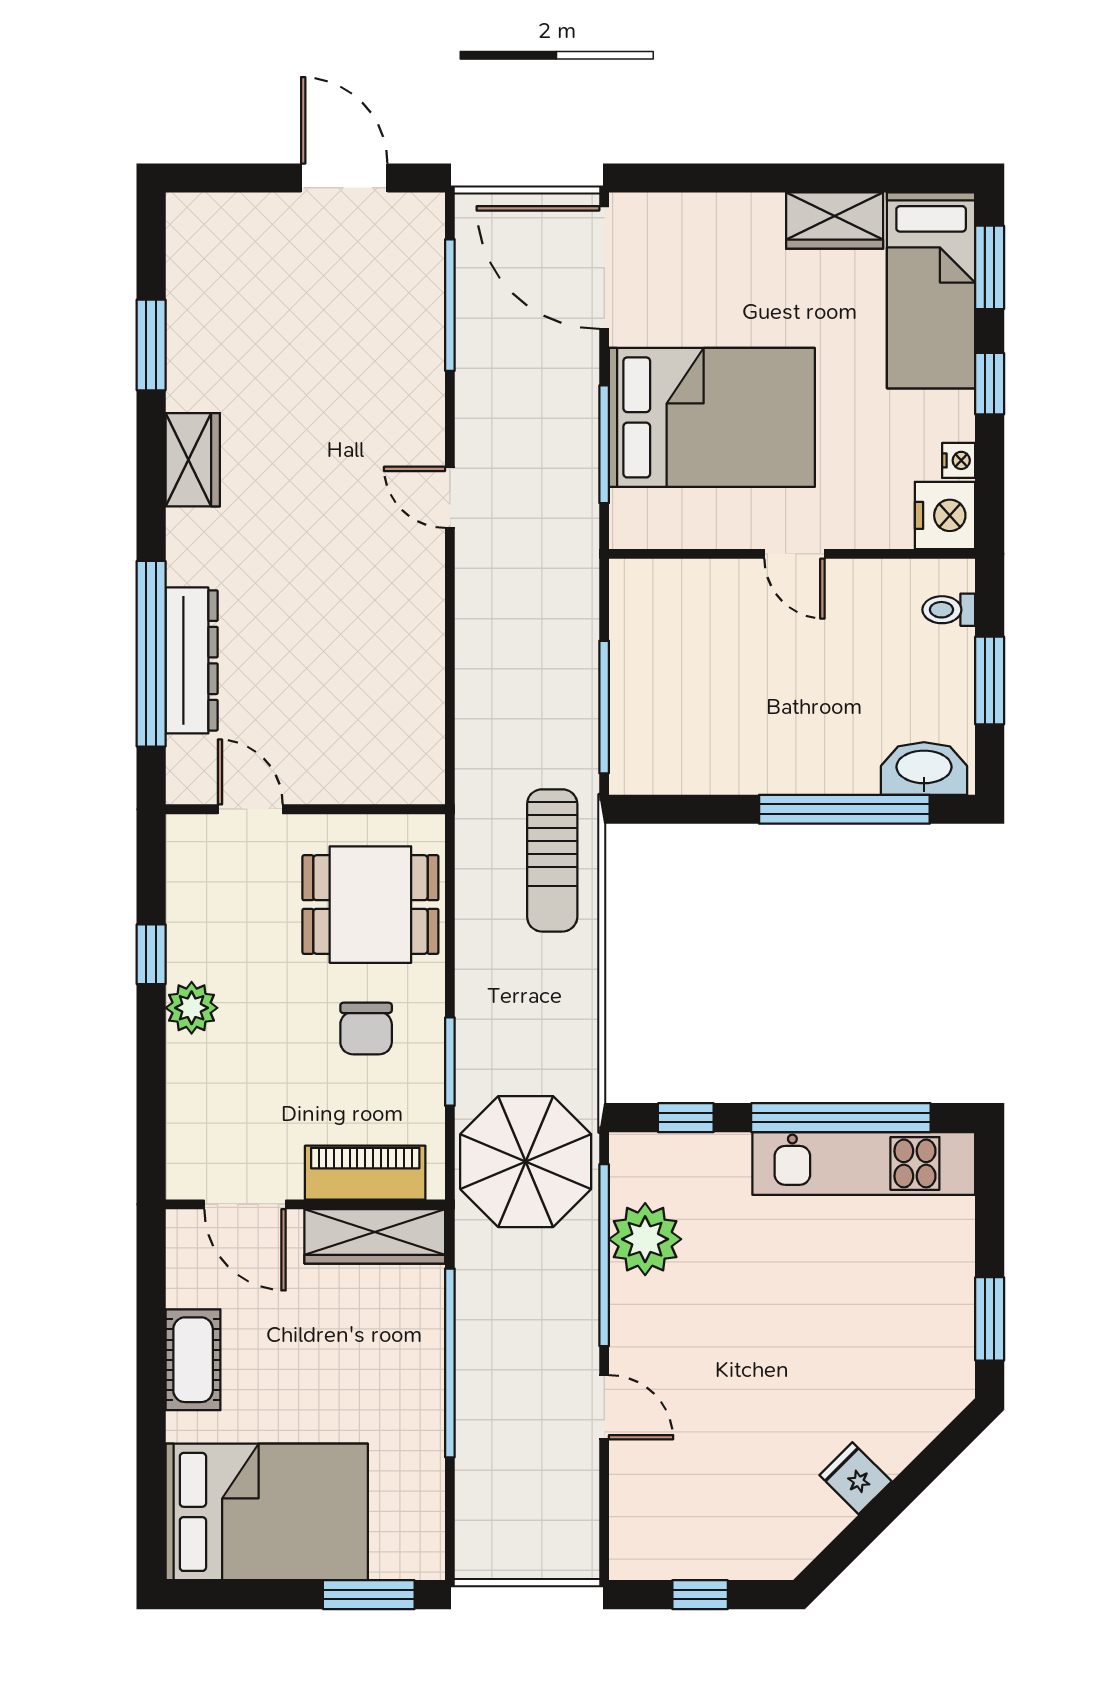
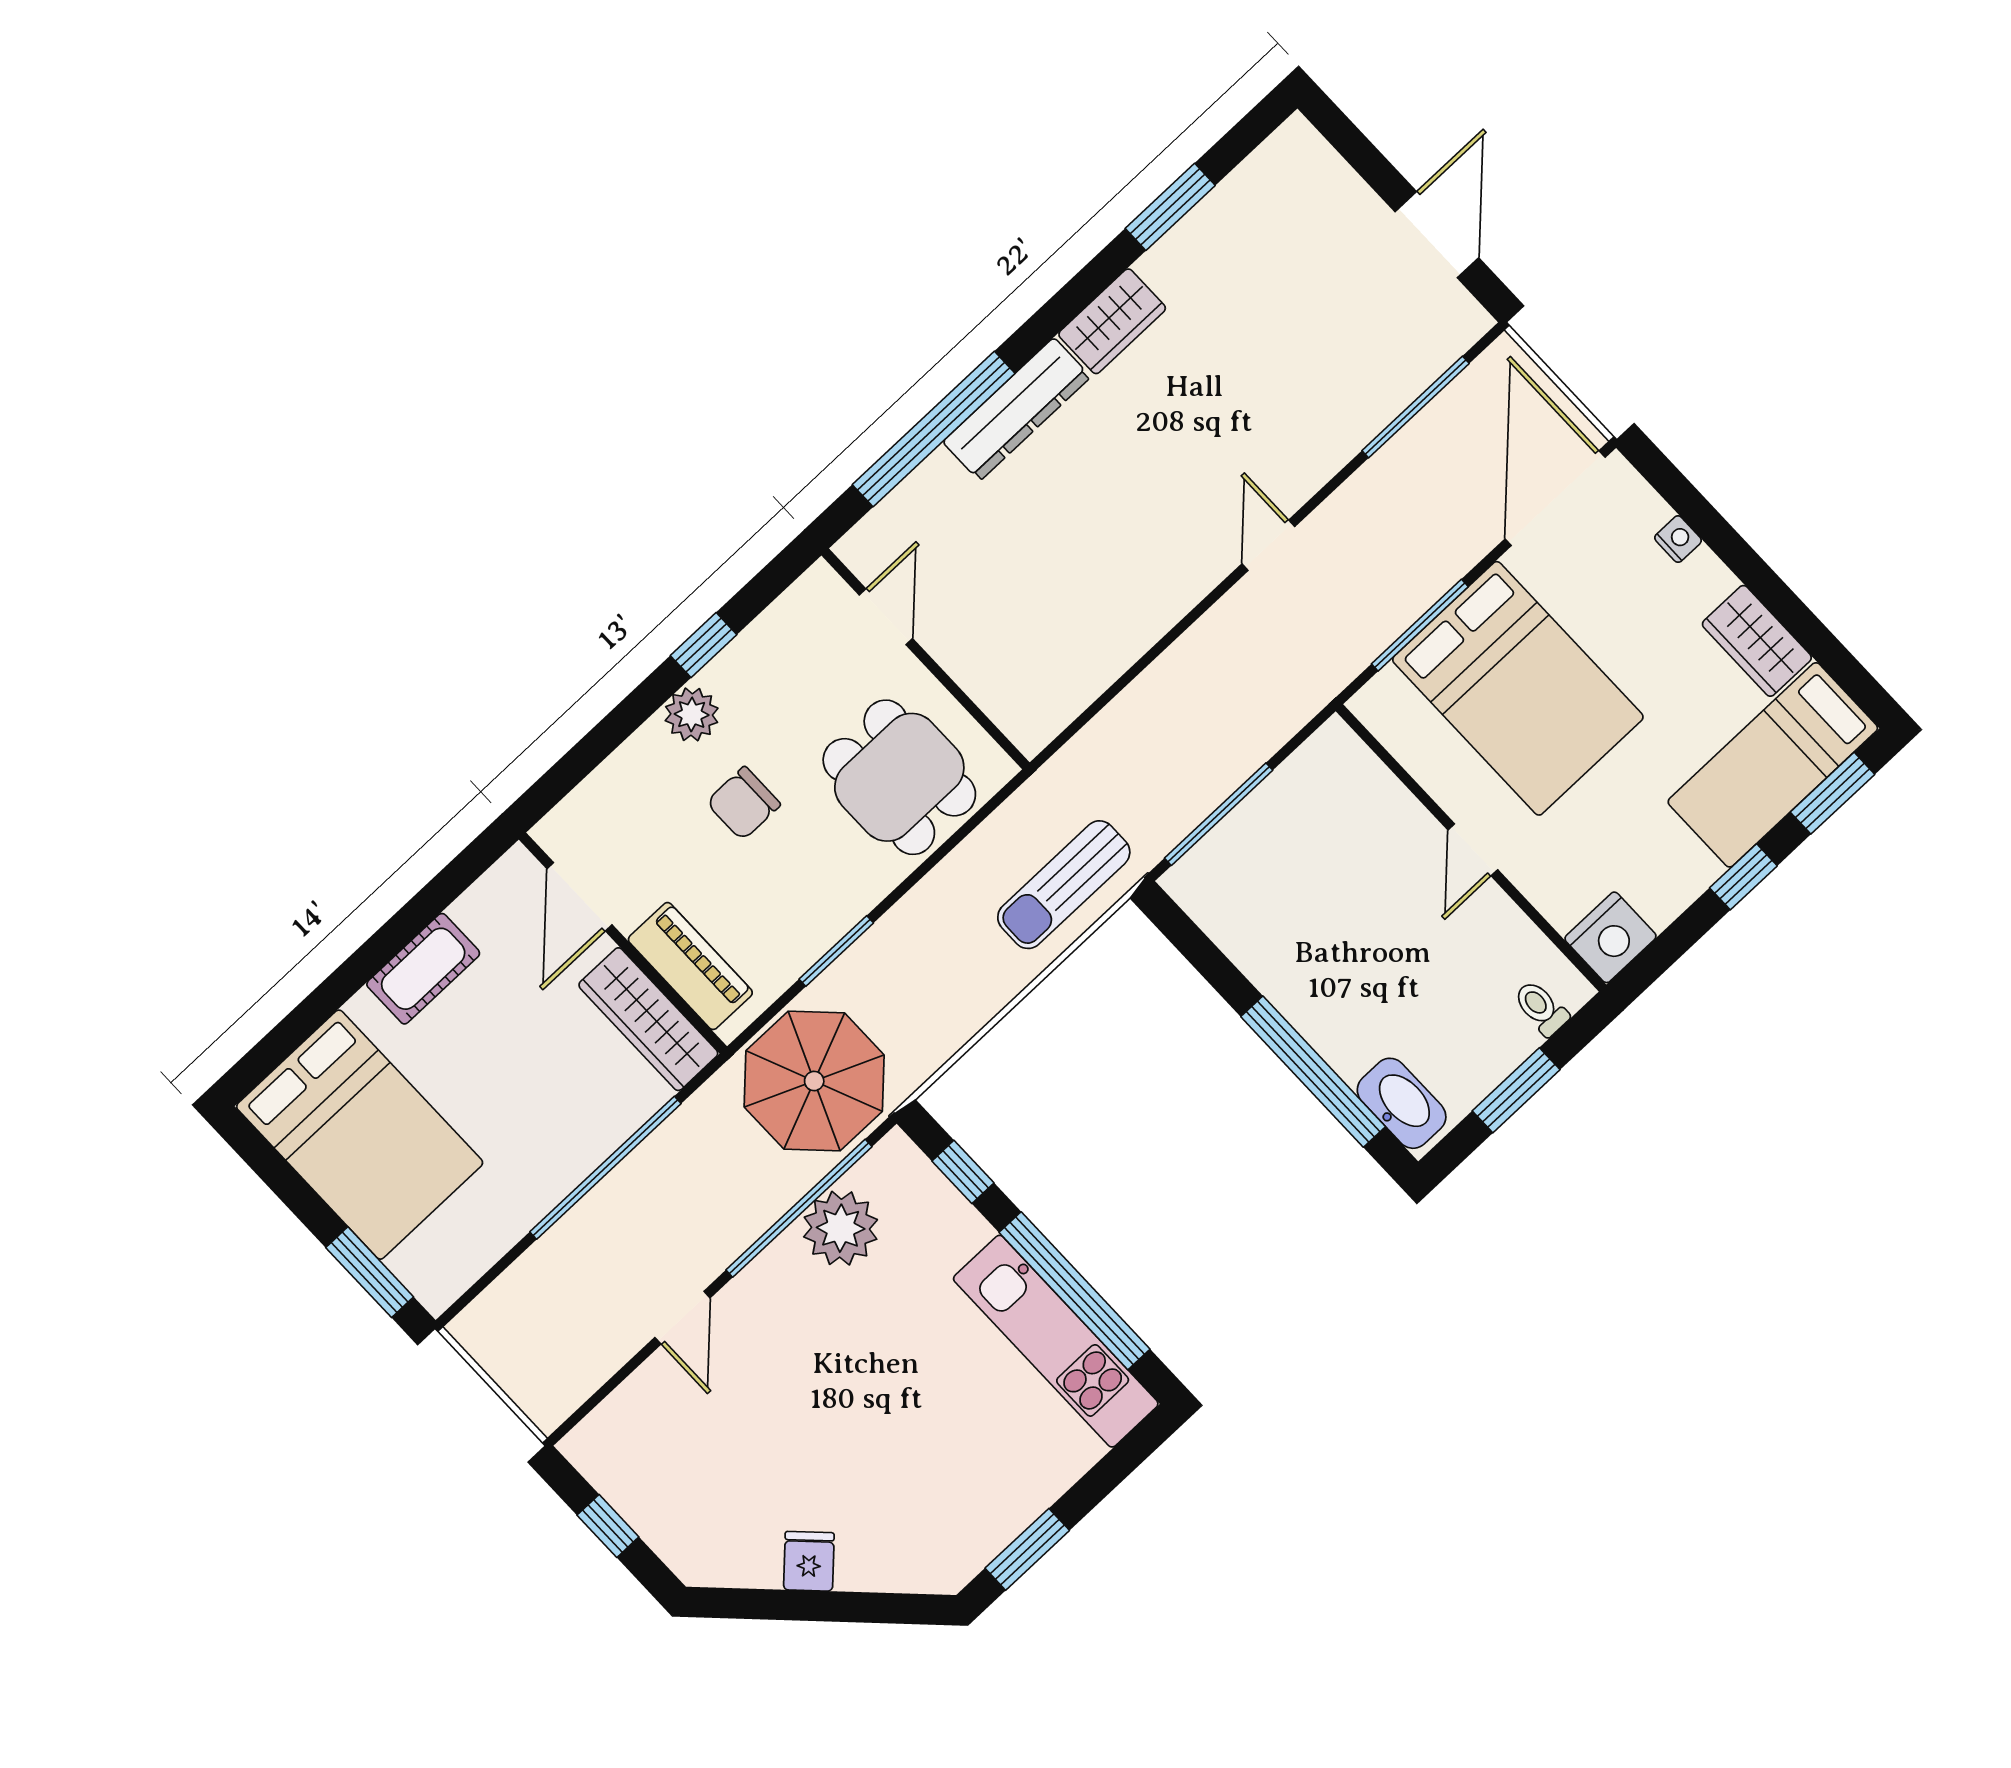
nightstand: (959, 460) -> (1678, 539), moved, turned -90
dresser: (192, 660) -> (1017, 409), moved
chair: (366, 1029) -> (743, 803), moved

